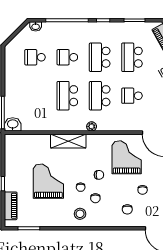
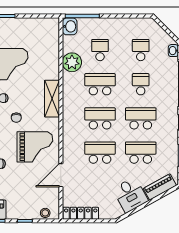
school desk: (35, 96) -> (100, 50), added
school desk: (132, 96) -> (100, 153), width x1.85
plant: (92, 126) -> (72, 62), moved, width x1.88, depth x1.88
shelving: (68, 141) -> (52, 99), moved

